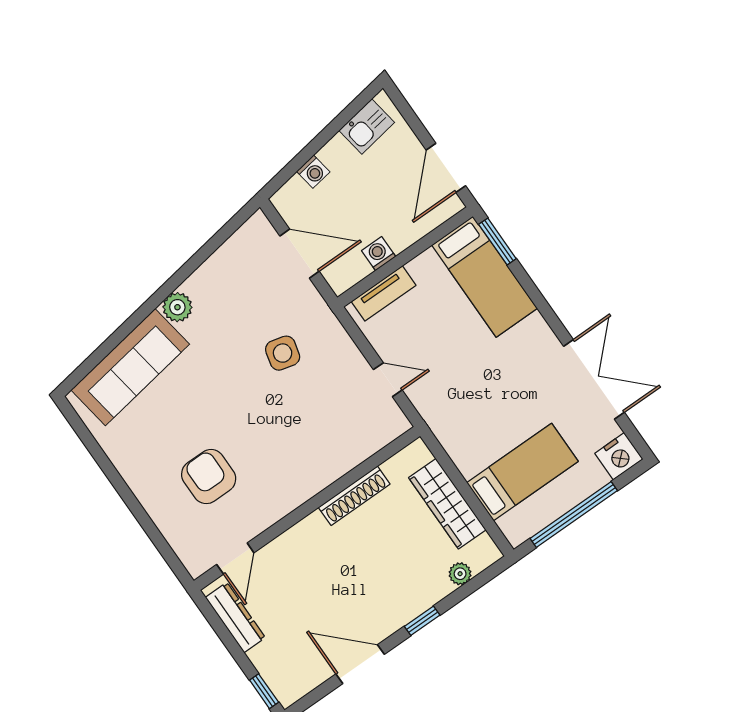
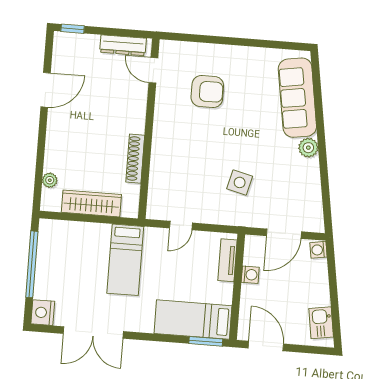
washing machine: (313, 172) -> (318, 250), moved
bed: (523, 472) -> (125, 260), moved
window: (422, 621) -> (42, 141), removed

